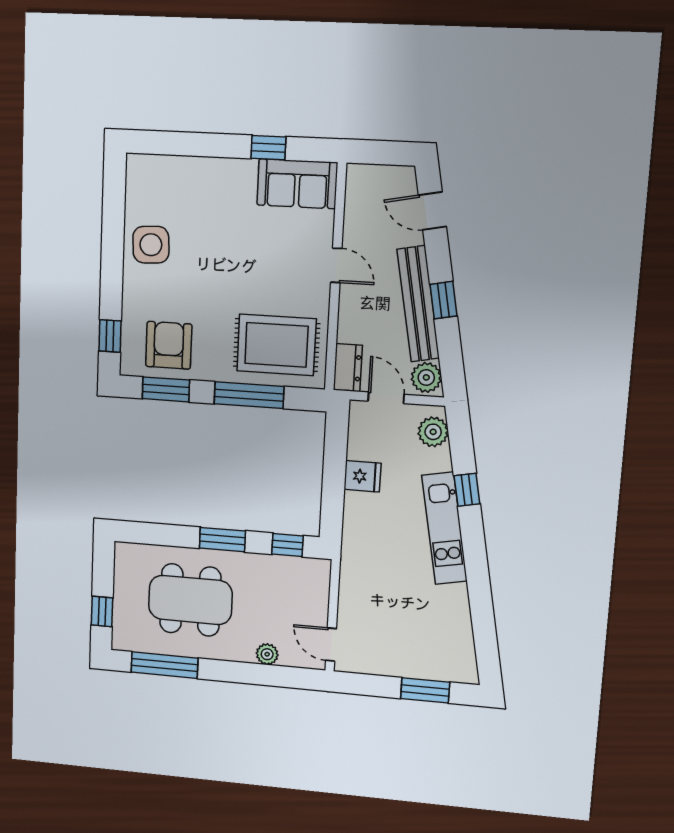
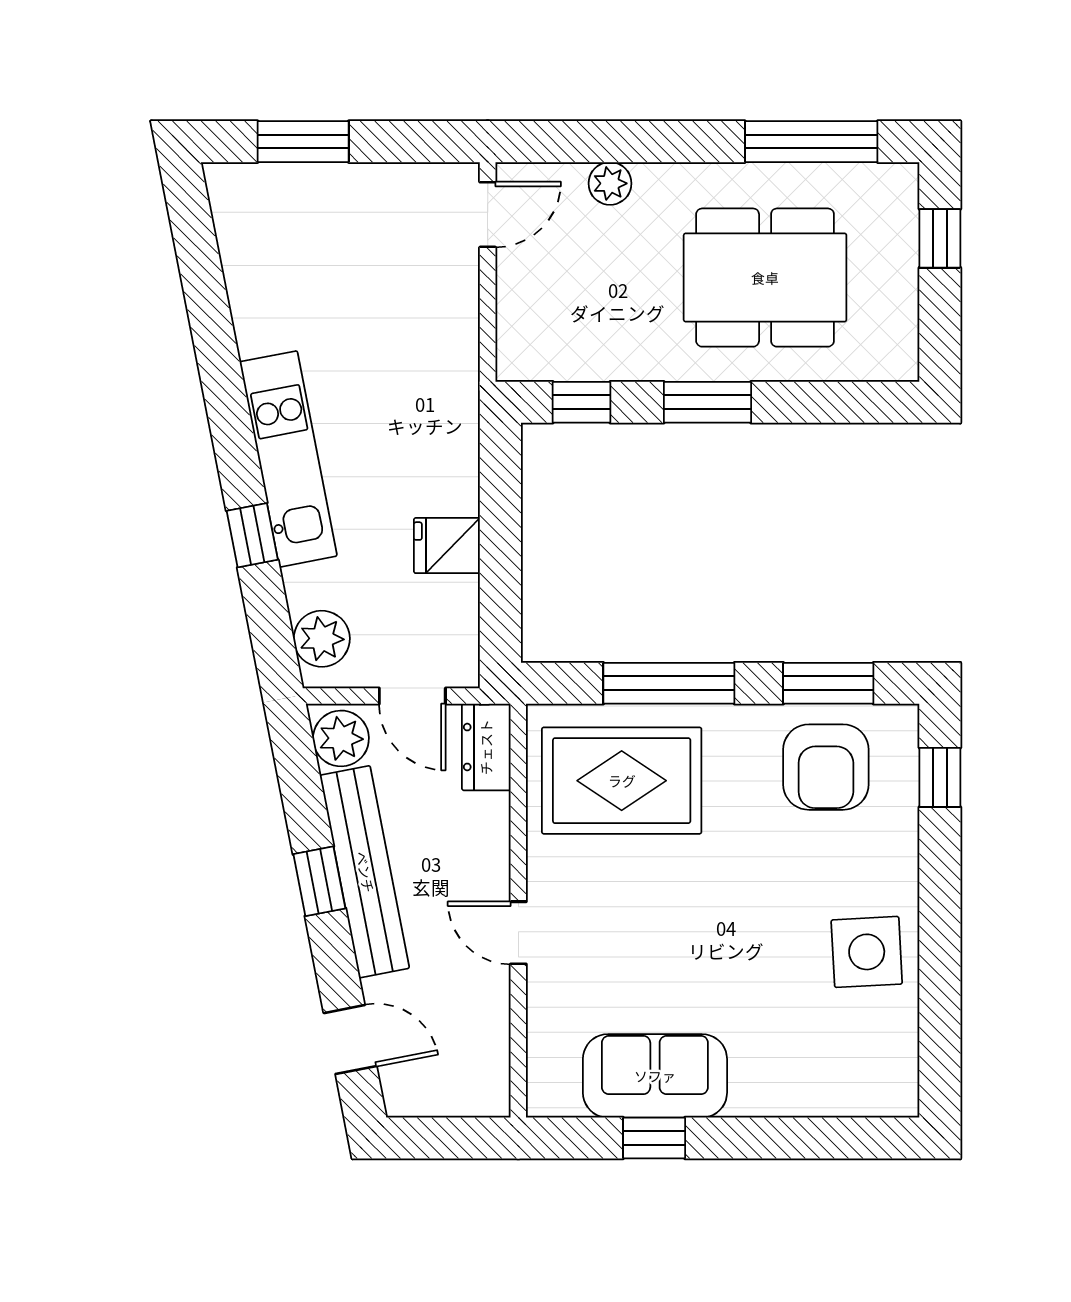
sofa: (297, 184) -> (655, 1076), moved
door: (331, 645) -> (488, 215), hinge flipped

